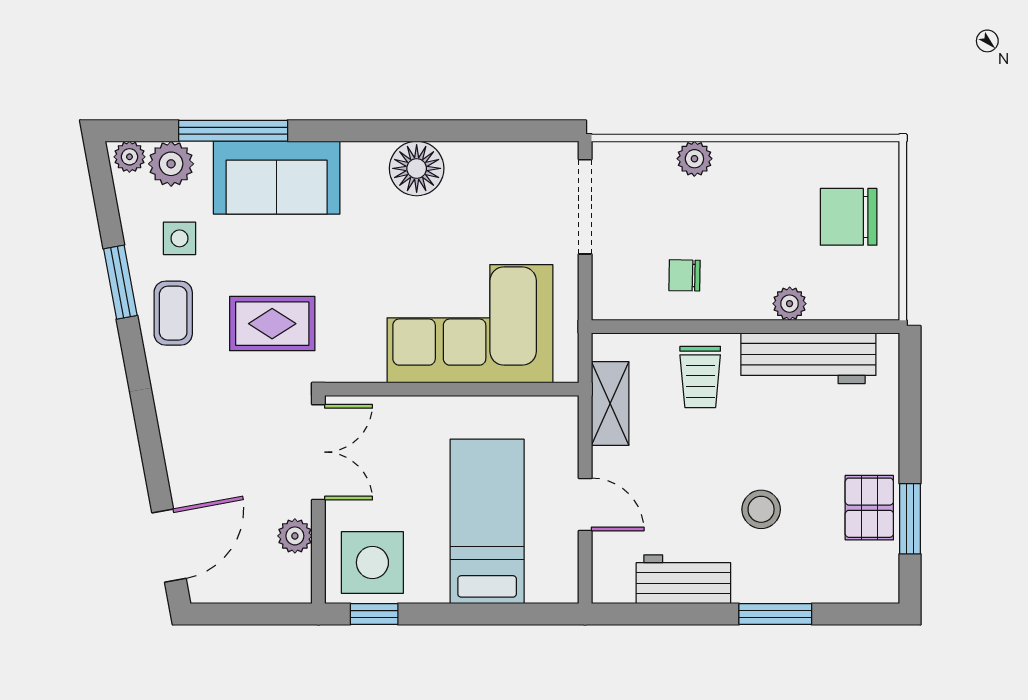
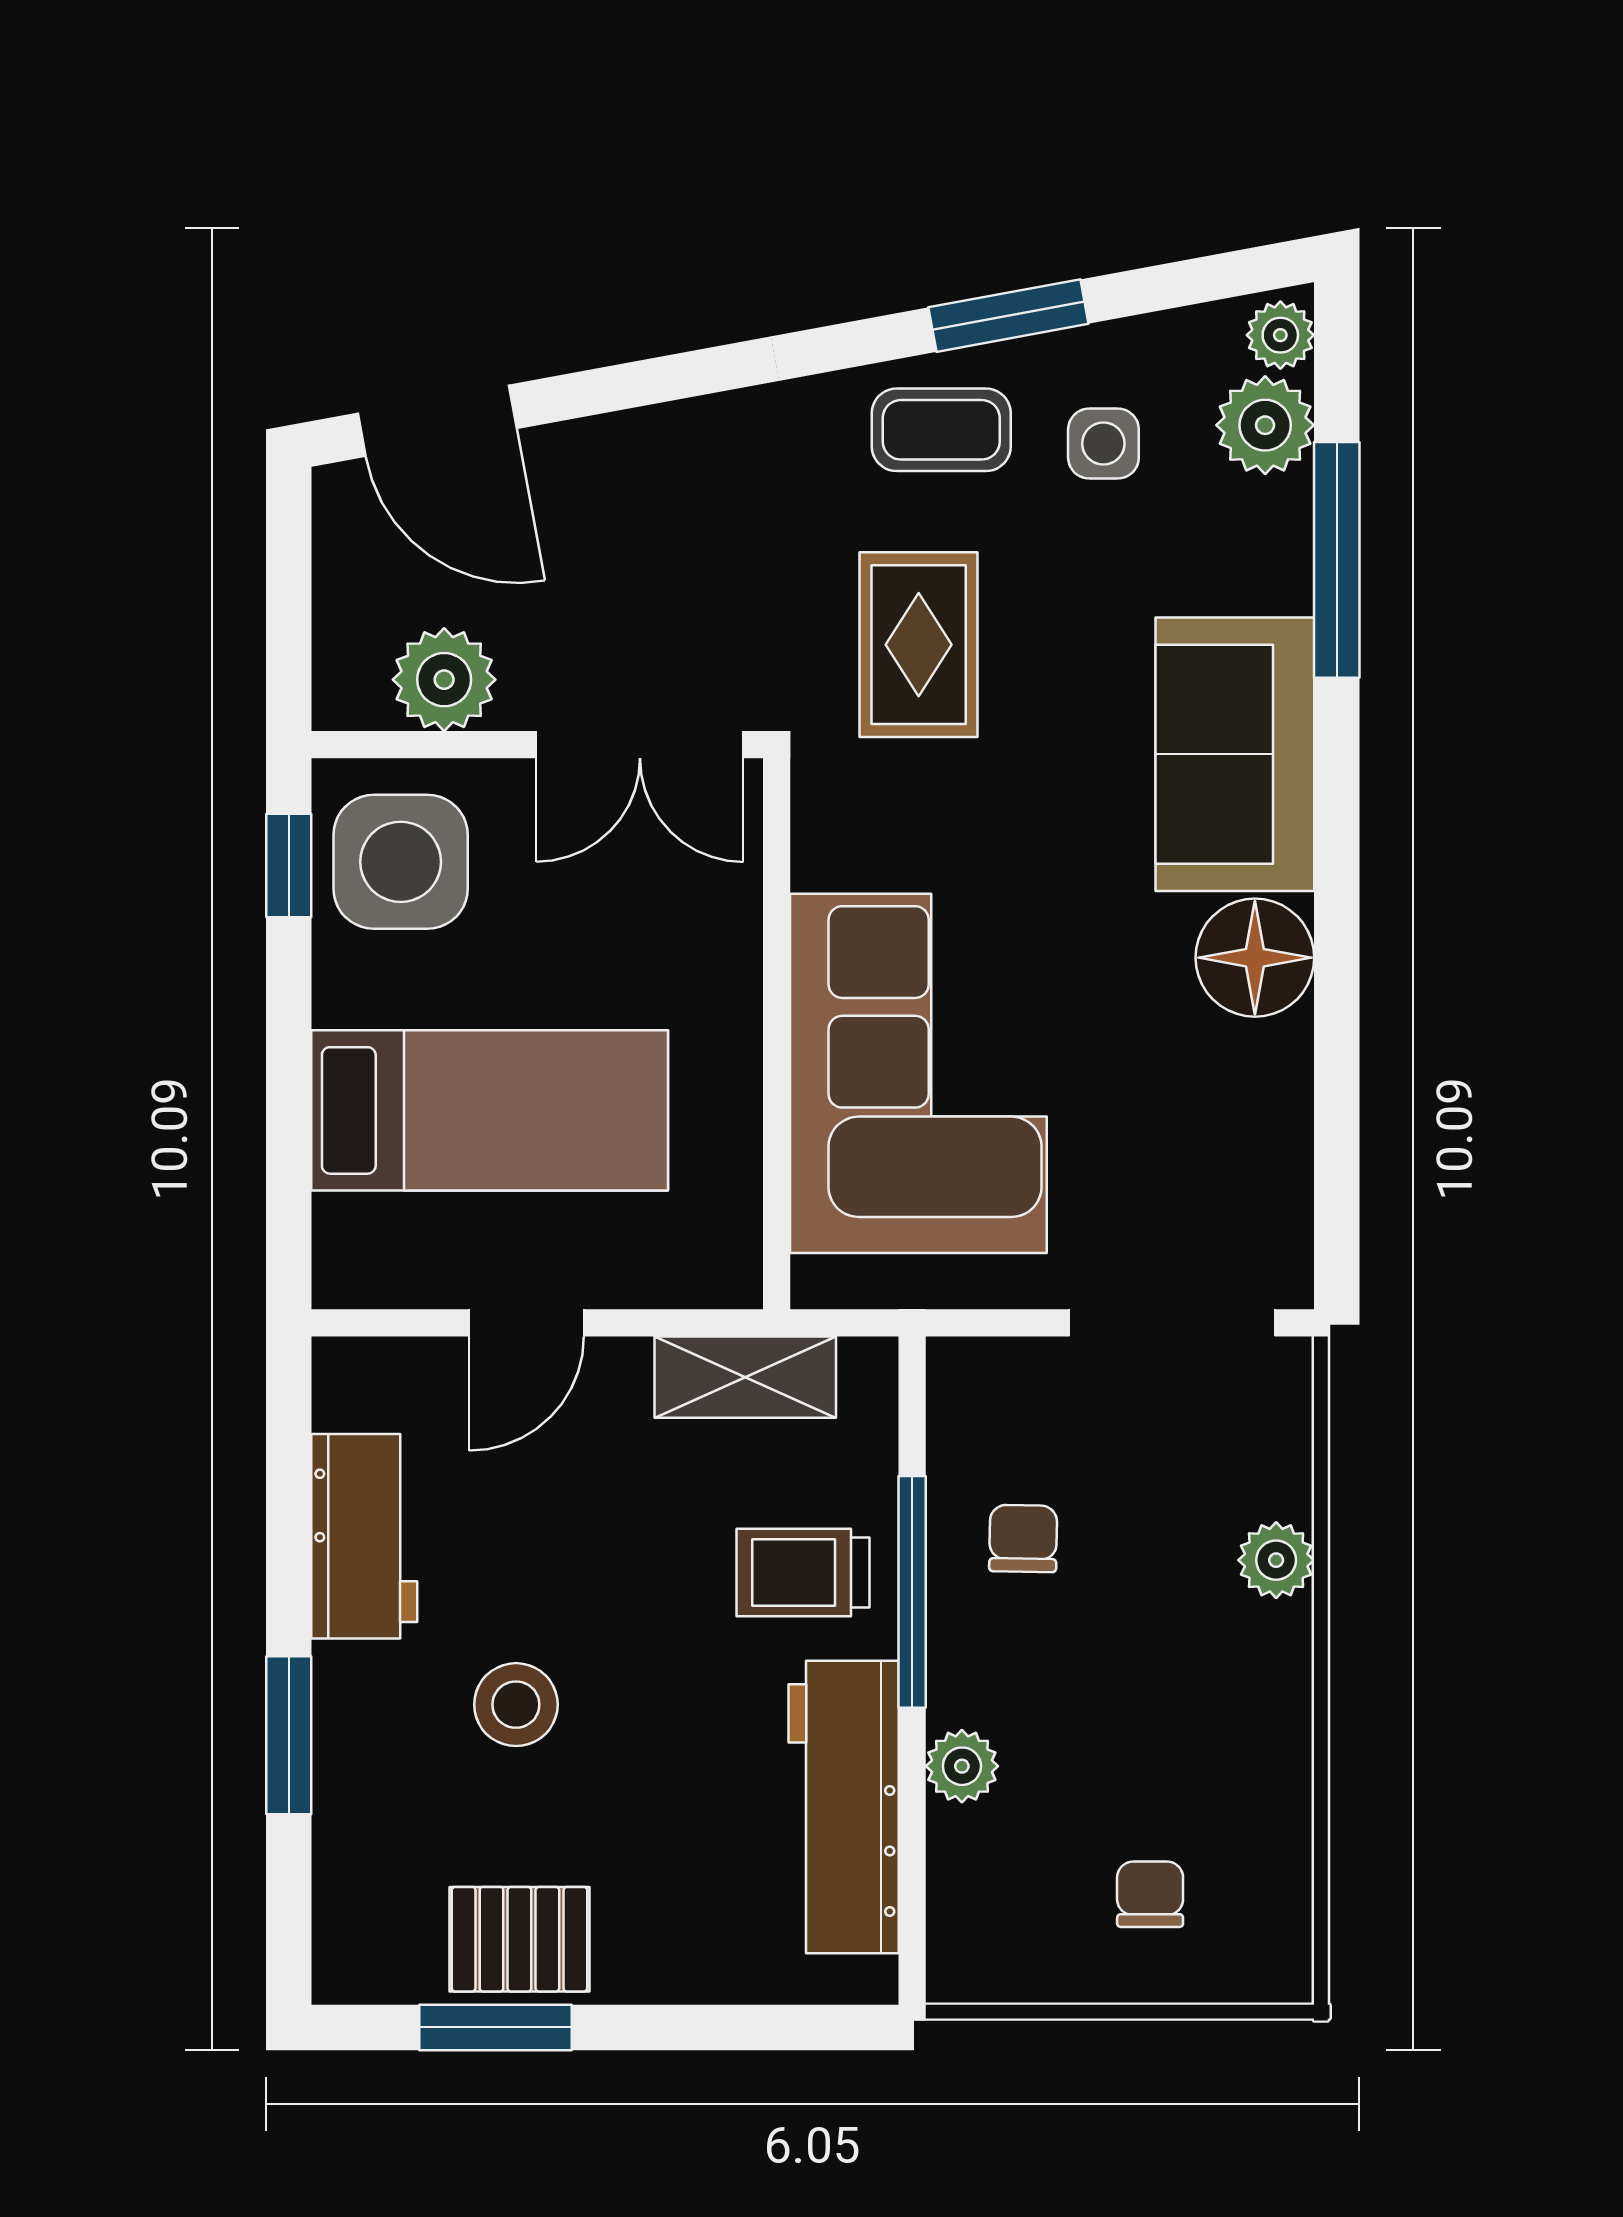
sofa: (277, 178) -> (1235, 754), moved
chair: (849, 217) -> (1150, 1894), width x0.54, depth x0.54
window: (709, 327) -> (912, 1592), added
plant: (295, 536) -> (444, 680), width x1.38, depth x1.38

